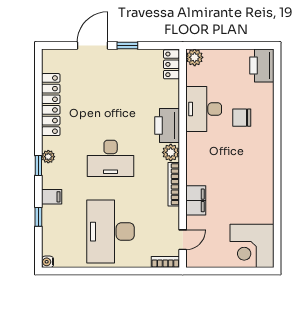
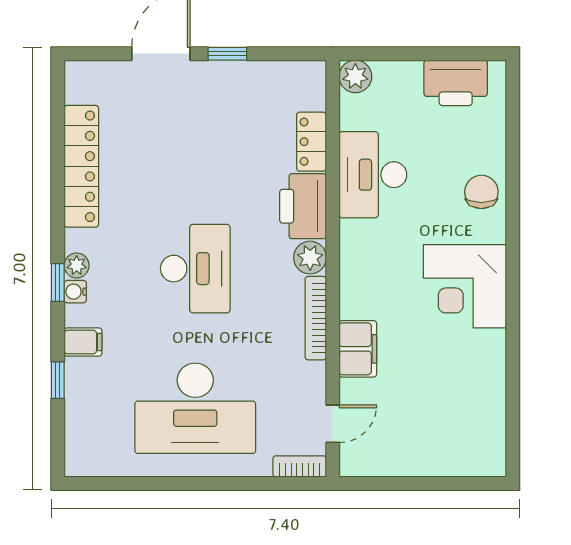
locker: (171, 64) -> (311, 142), moved
printer: (262, 65) -> (456, 83), moved, turned -90
chair: (242, 118) -> (481, 192), moved, turned 90
desk: (111, 158) -> (195, 269), turned -90
desk: (111, 232) -> (195, 408), turned -90
corner desk: (252, 246) -> (465, 286), moved
water cooler: (48, 262) -> (75, 292), moved

